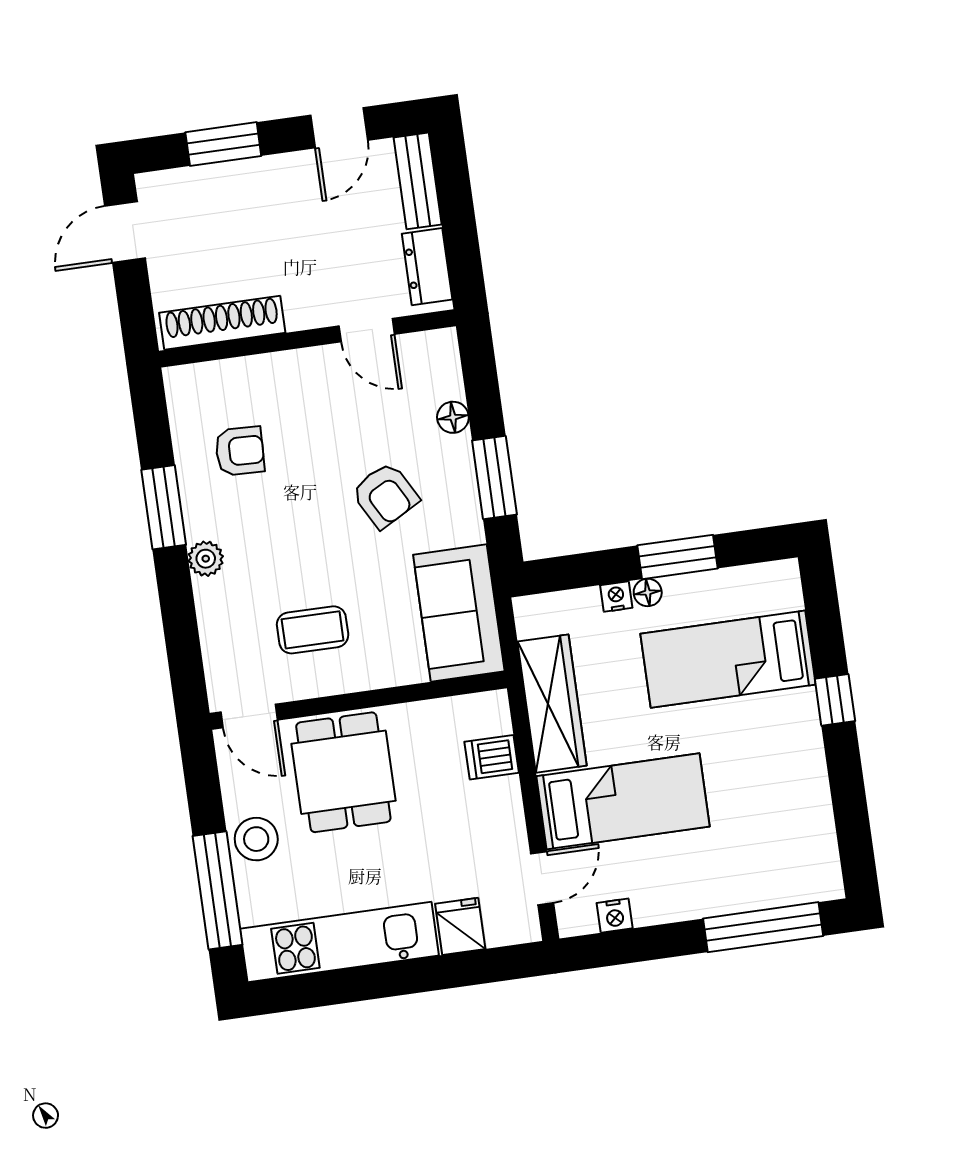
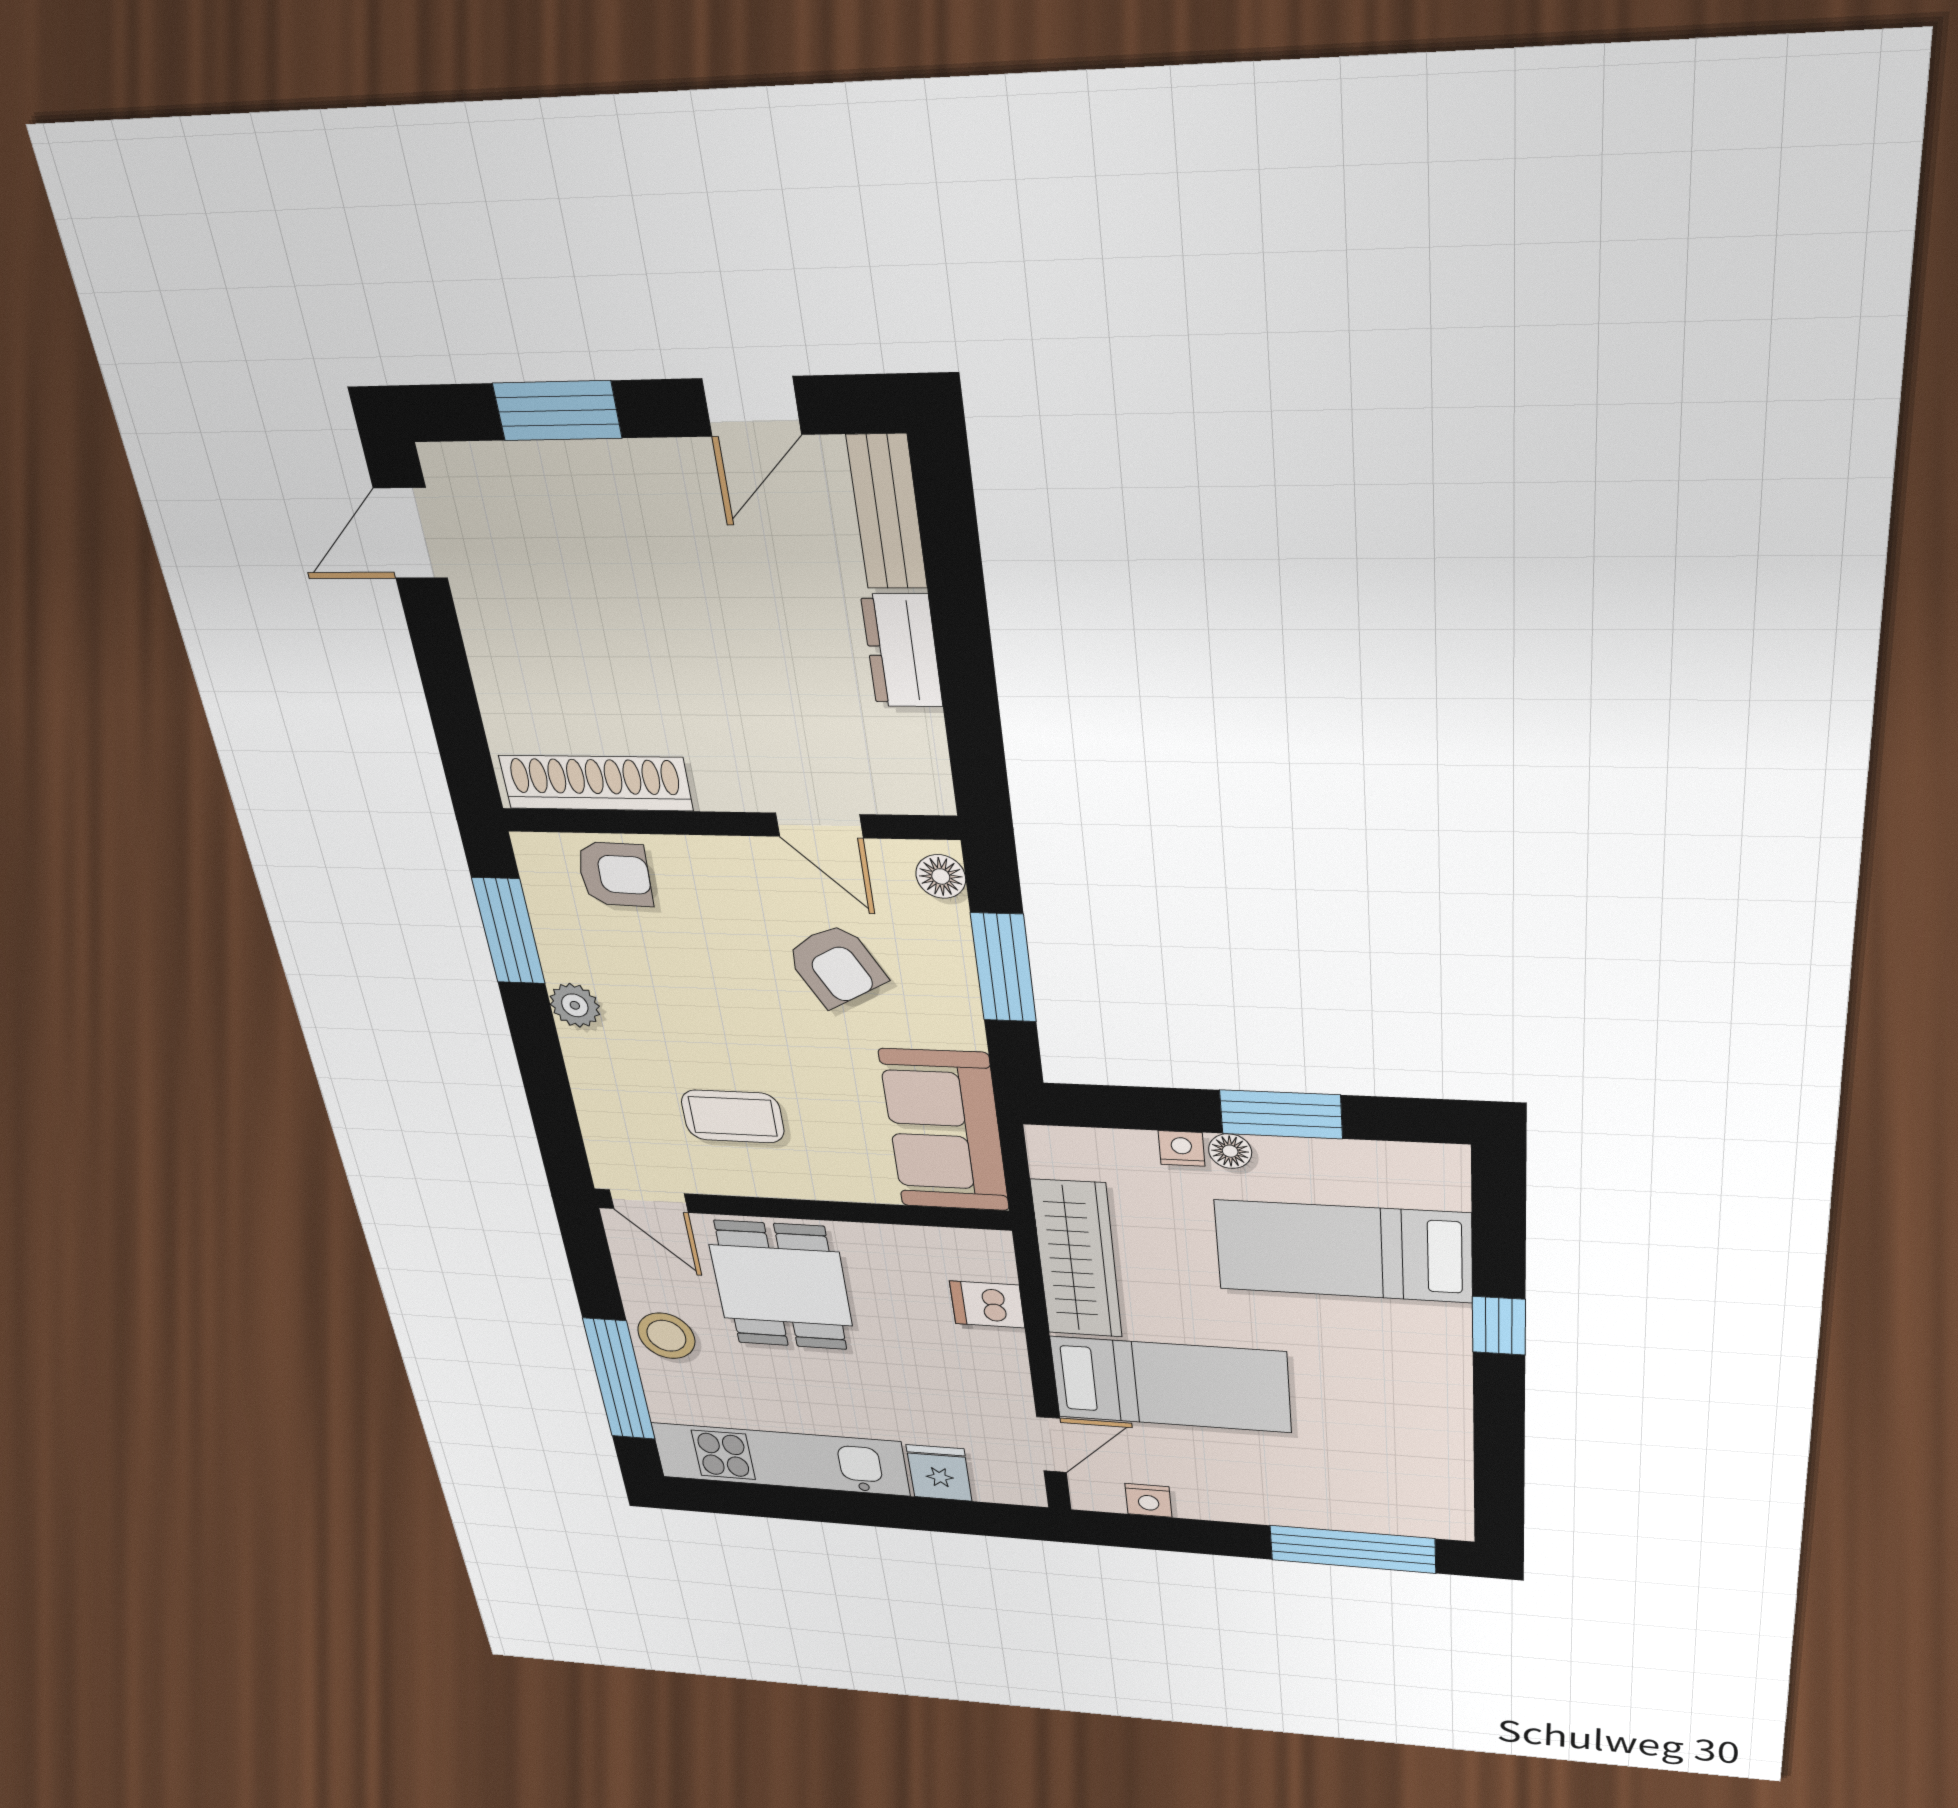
shoe rack: (222, 323) -> (596, 783), moved
door: (367, 330) -> (819, 825), moved
wall: (307, 338) -> (727, 824), moved

